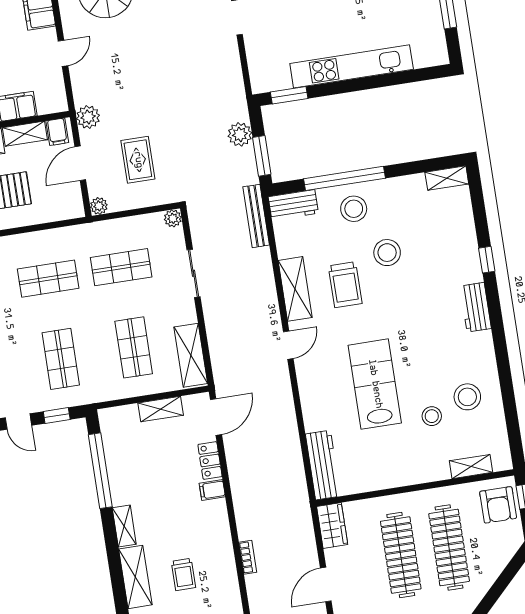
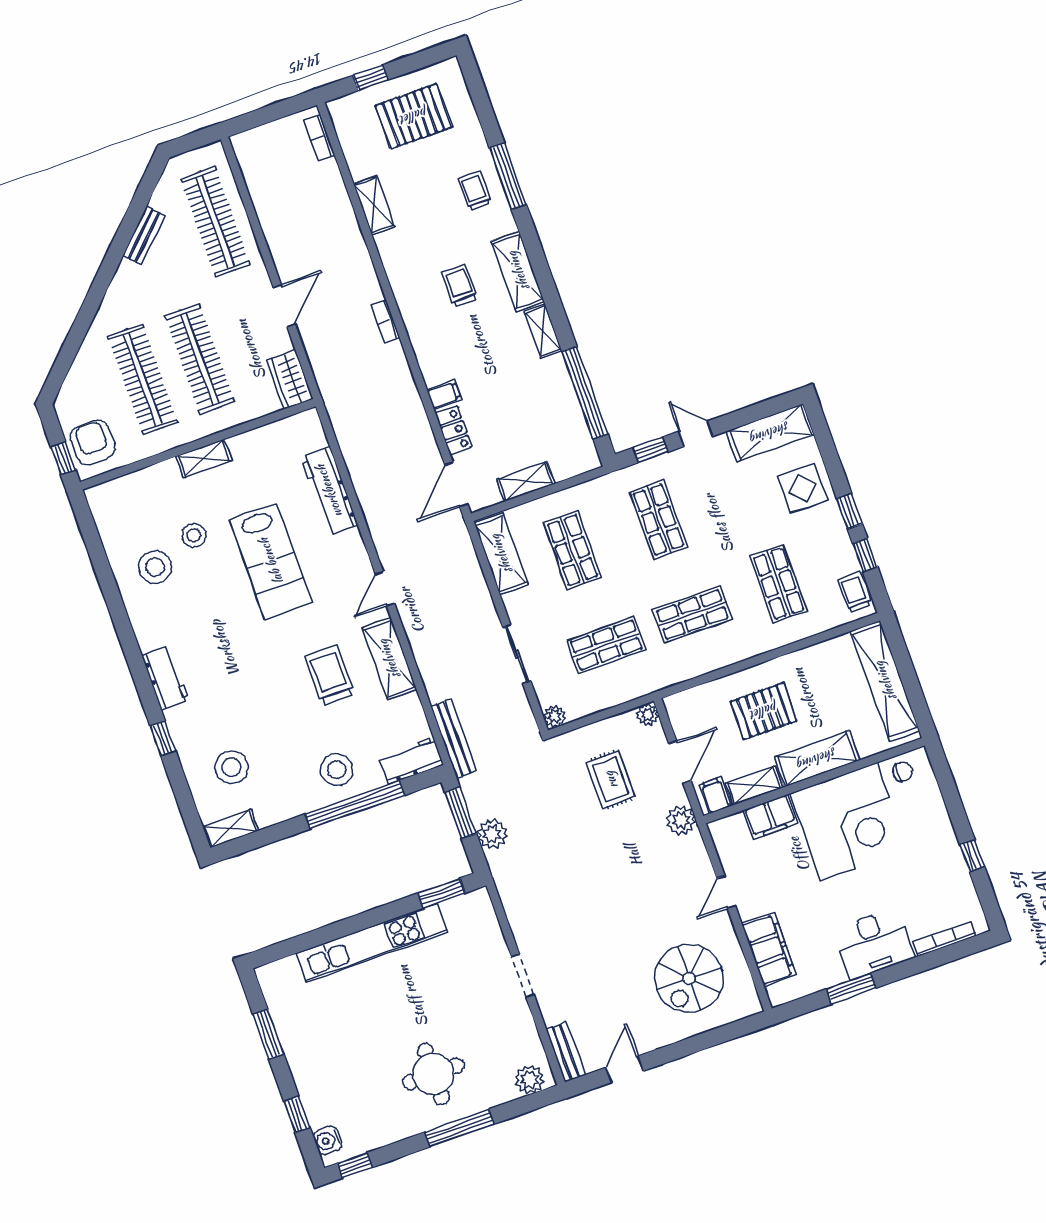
stool: (387, 253) -> (231, 767), moved
workbench: (323, 465) -> (329, 491), moved
shelving: (471, 467) -> (204, 458), moved

